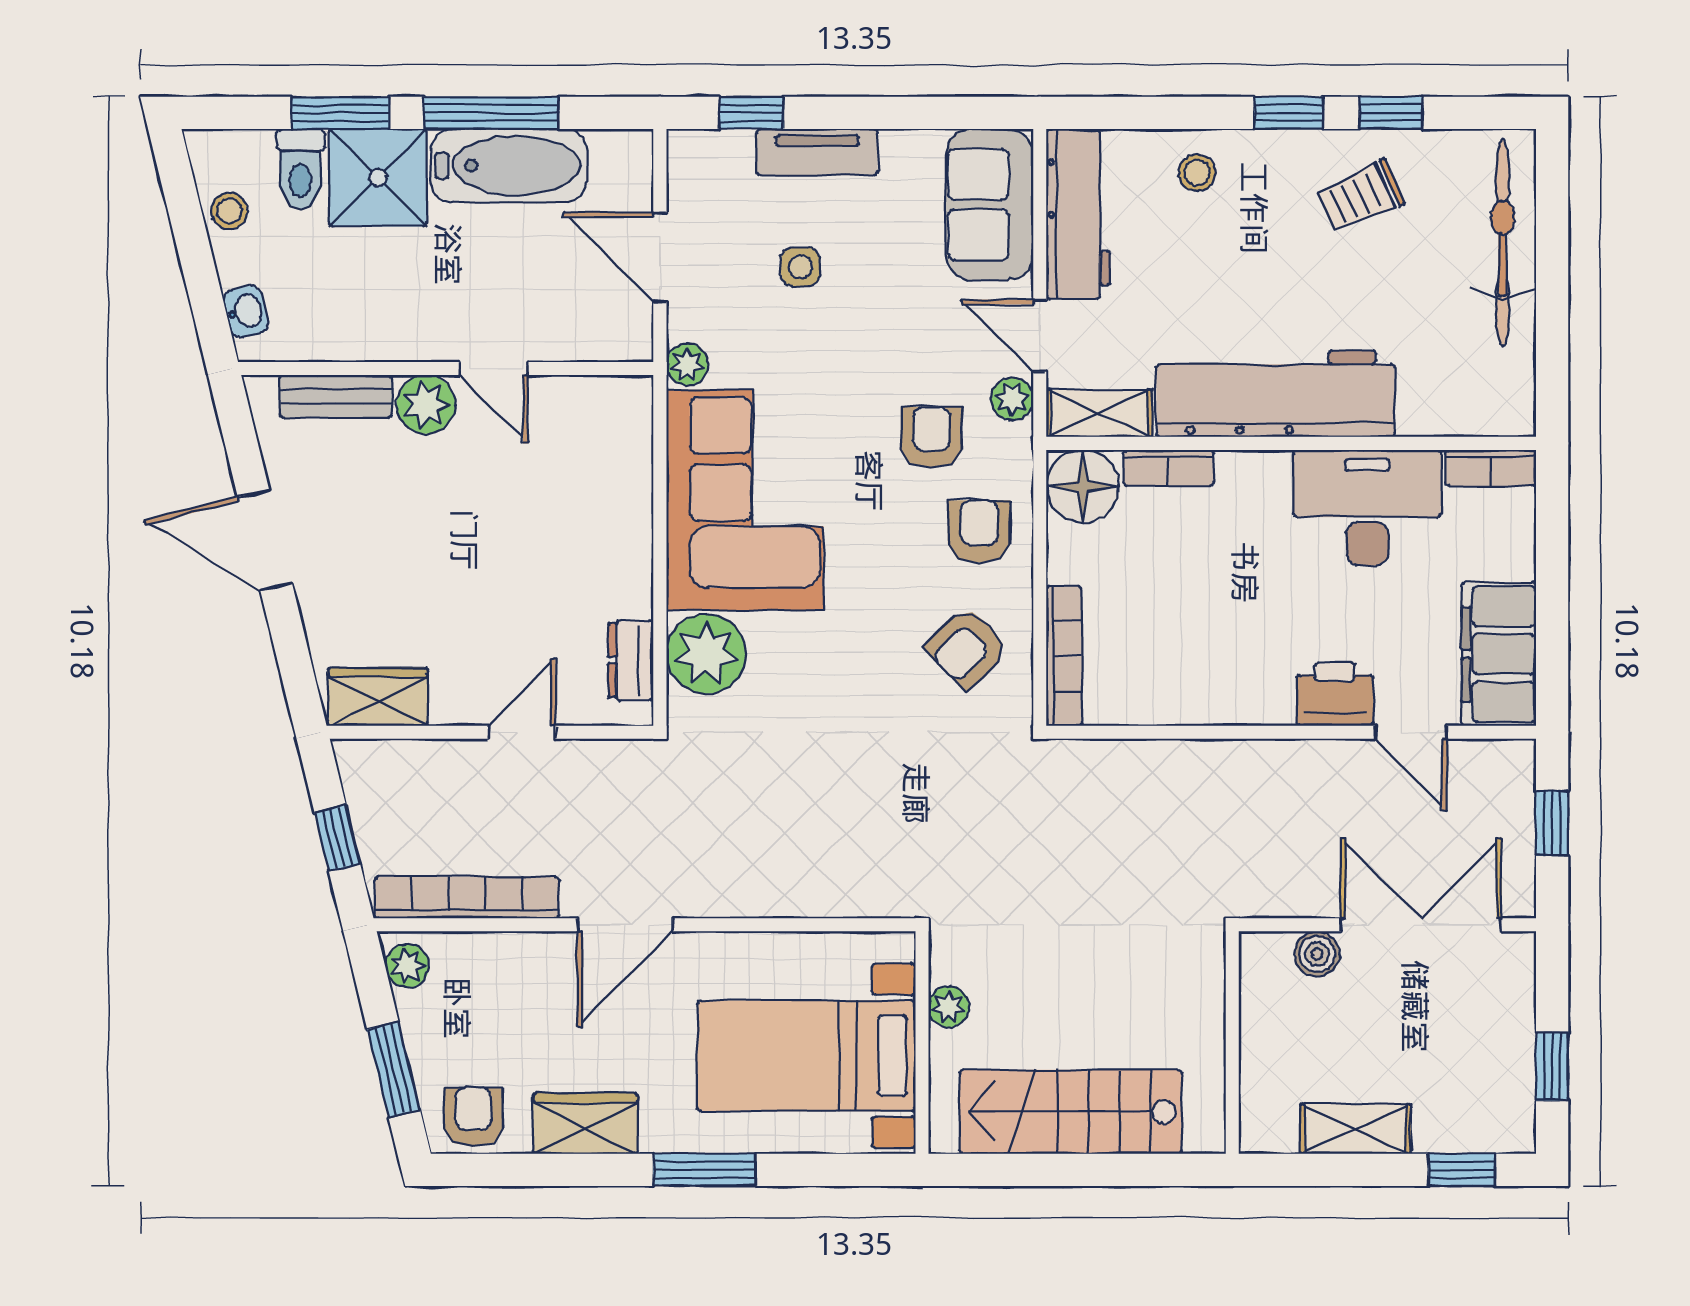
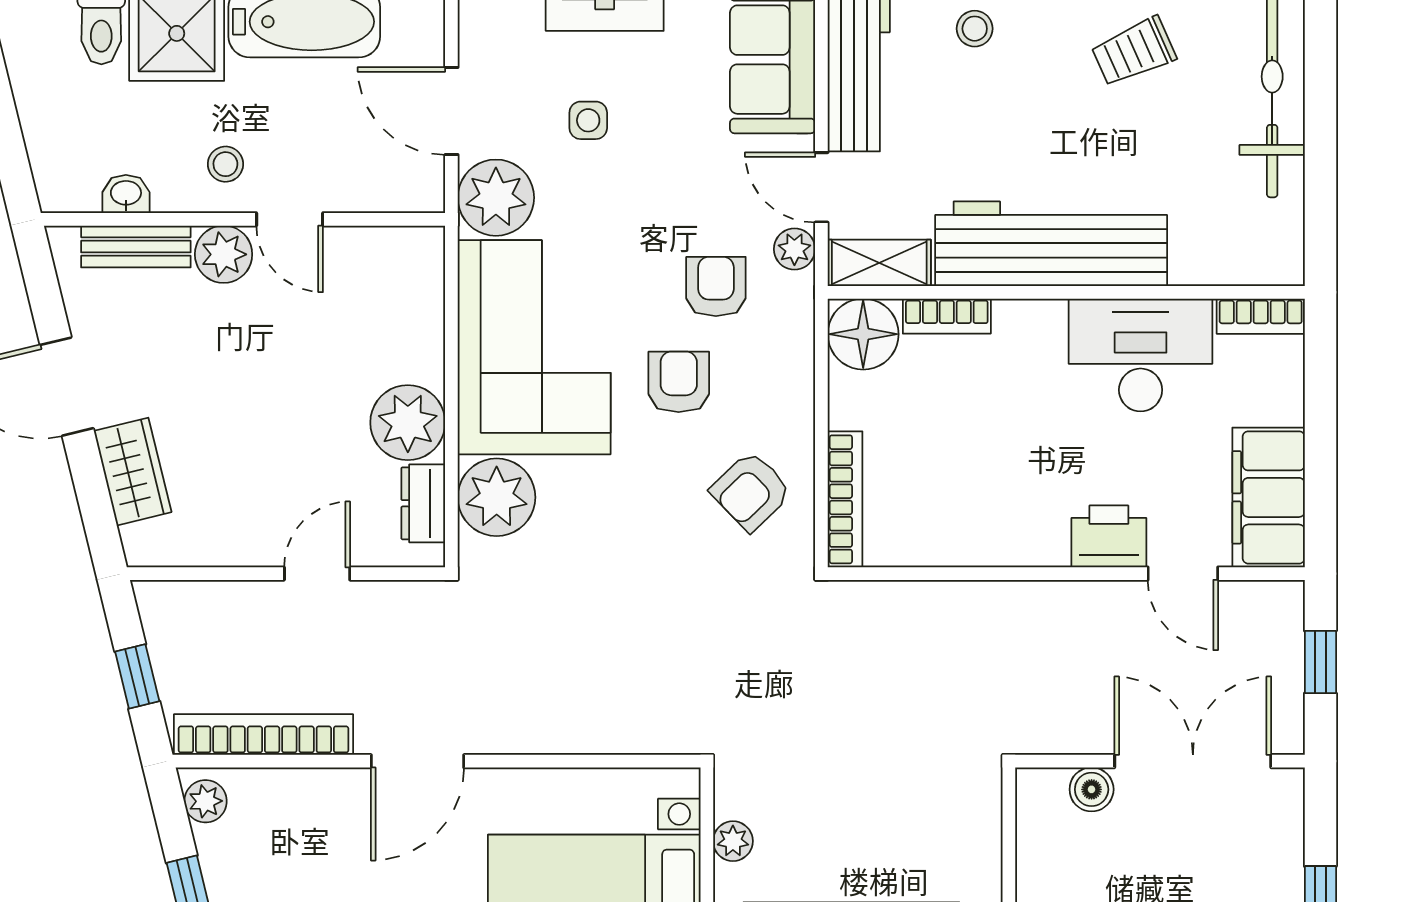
stool: (229, 211) -> (225, 164), moved
washbasin: (246, 311) -> (126, 194), moved, turned -76
plant: (687, 365) -> (496, 198), width x1.87, depth x1.87
armchair: (979, 531) -> (679, 382), moved
plant: (615, 577) -> (408, 423), added
wardrobe: (378, 697) -> (133, 472), moved, turned 76

